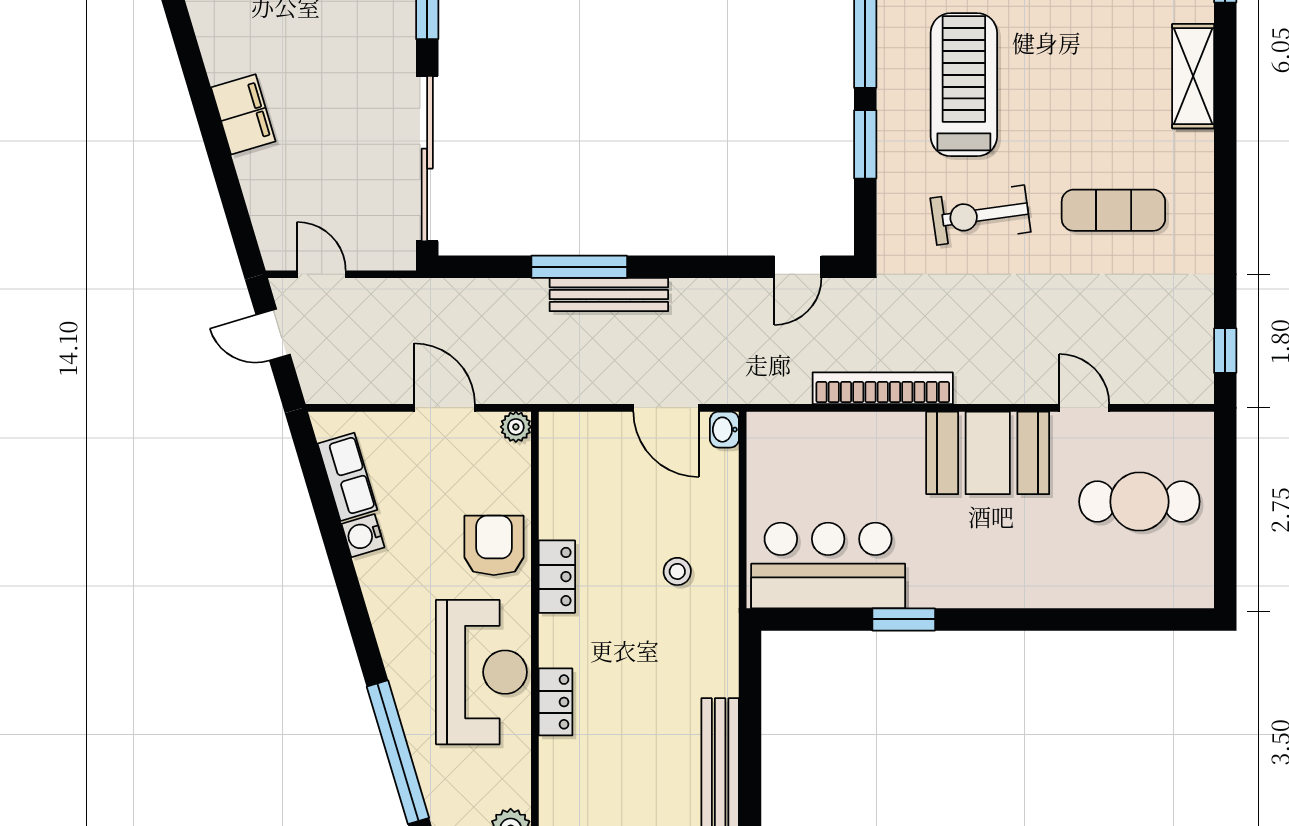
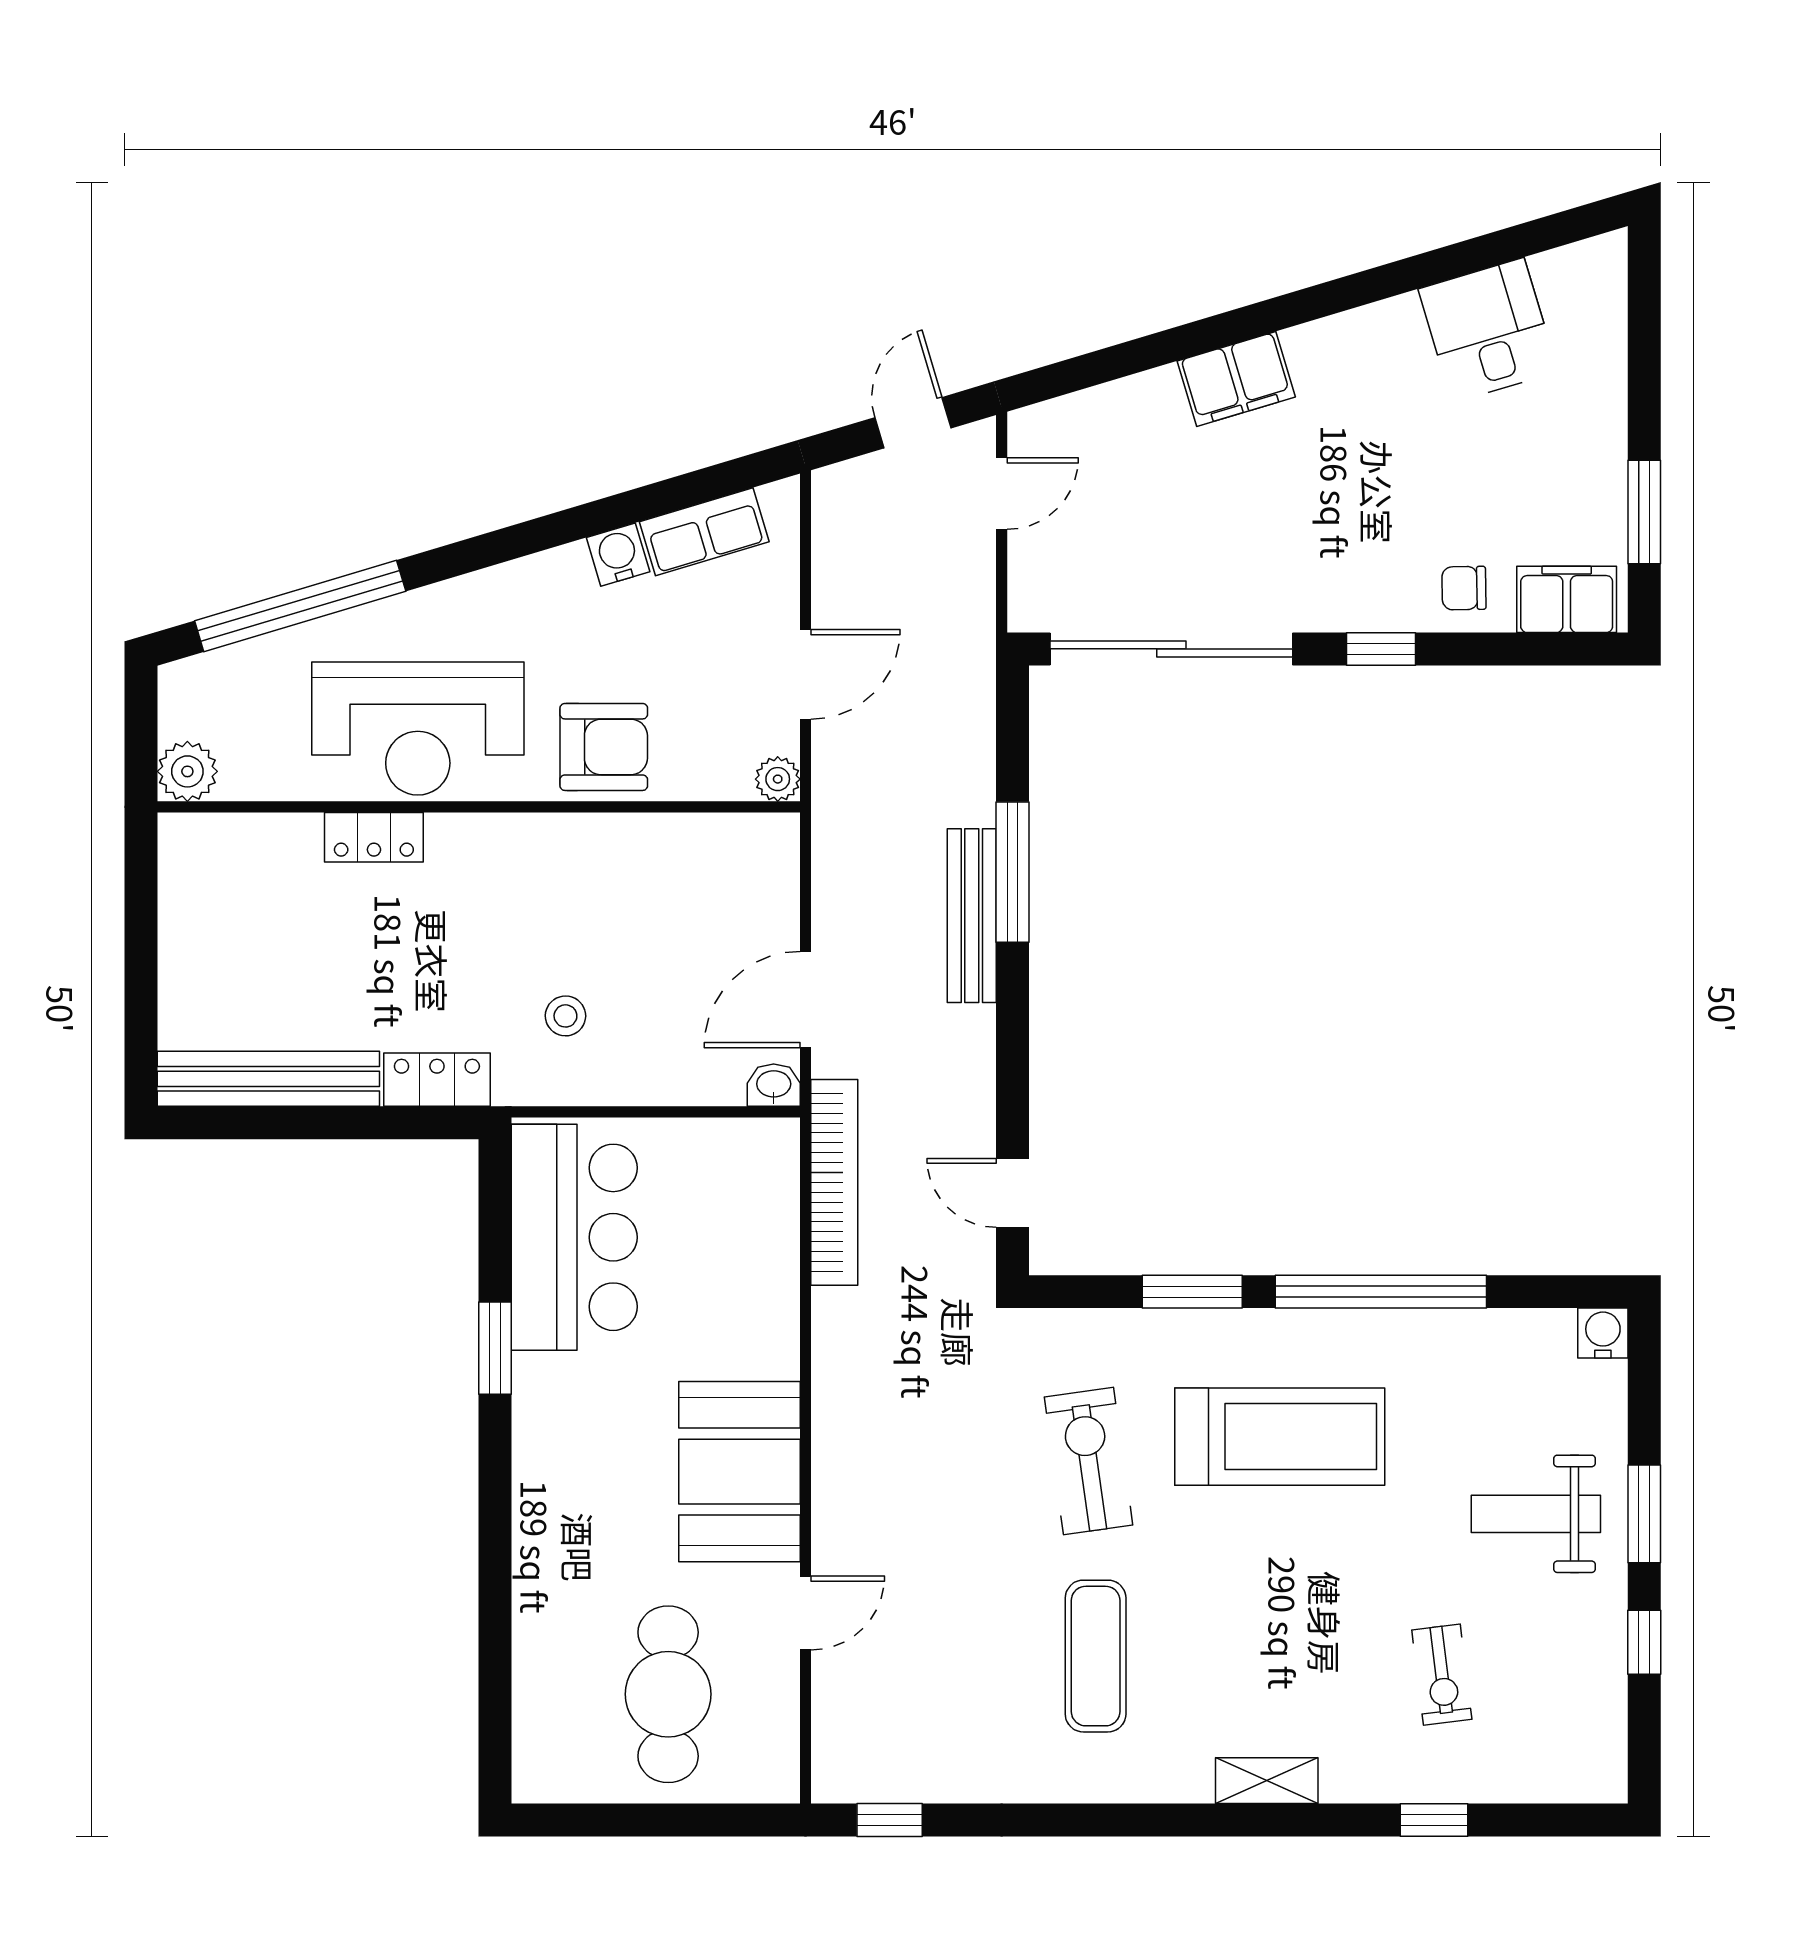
shelving: (1193, 76) -> (1267, 1781), width x0.67, depth x0.75
bookcase: (883, 388) -> (834, 1182), moved
locker: (557, 577) -> (437, 1080), moved, turned 180

